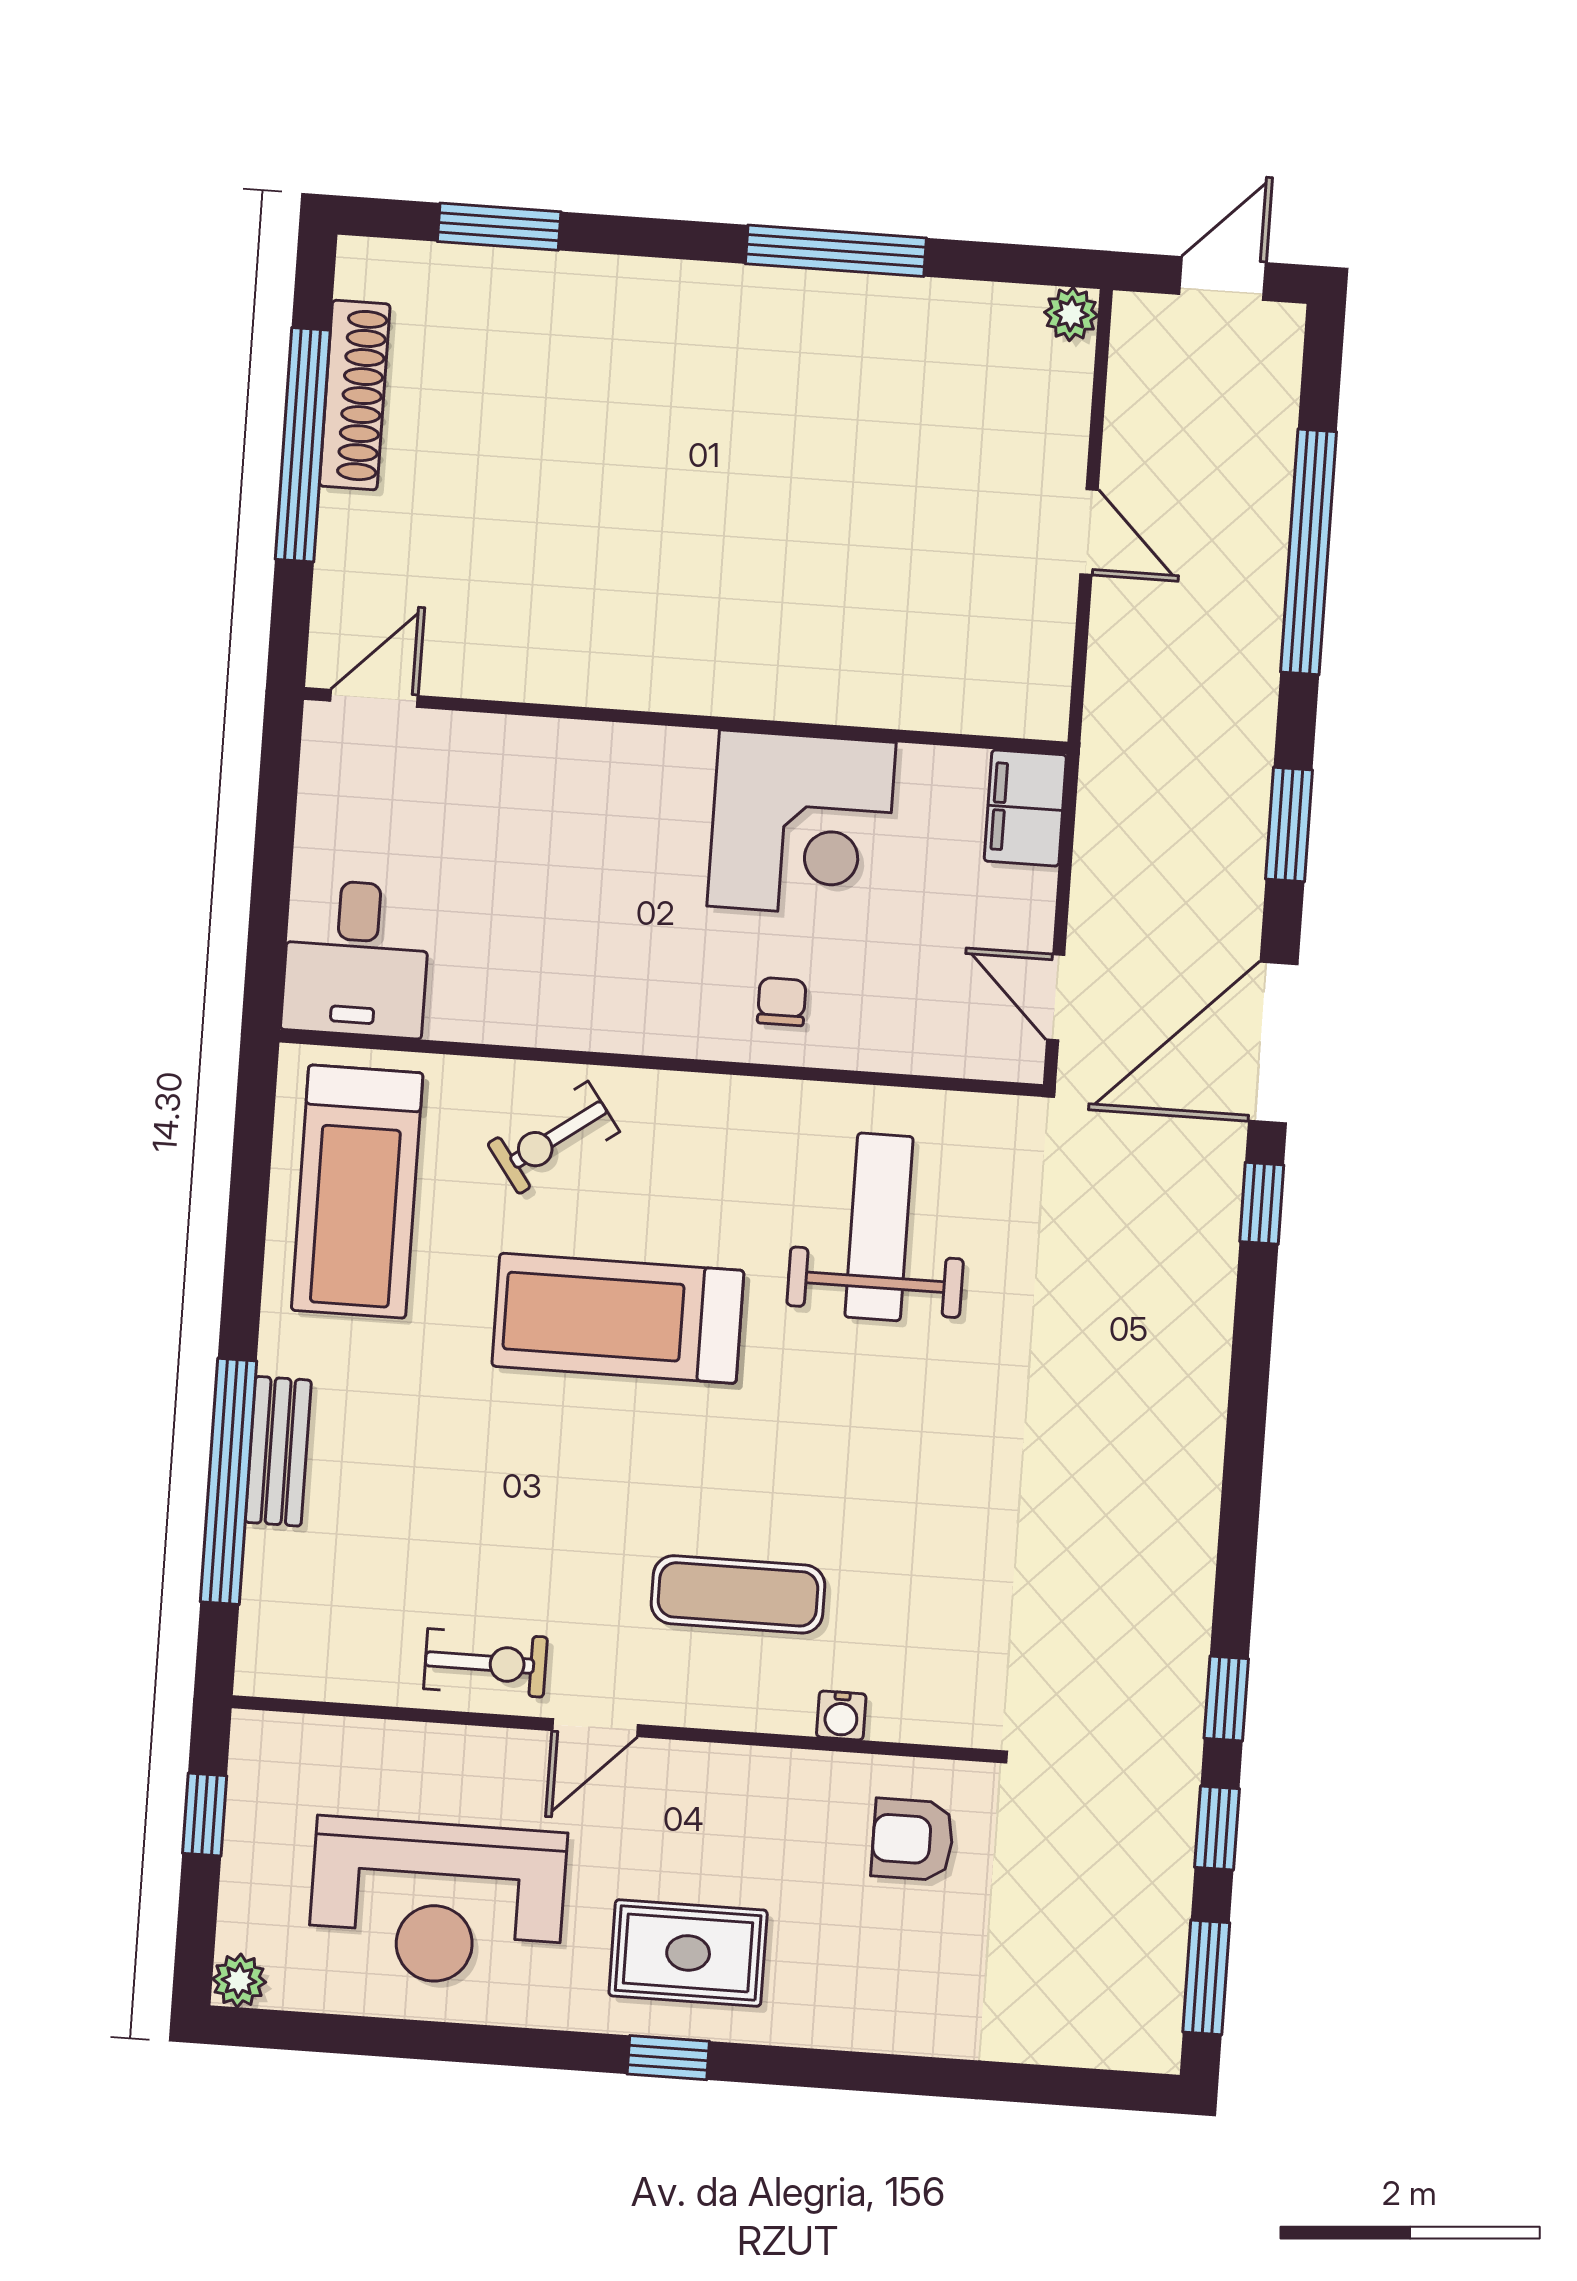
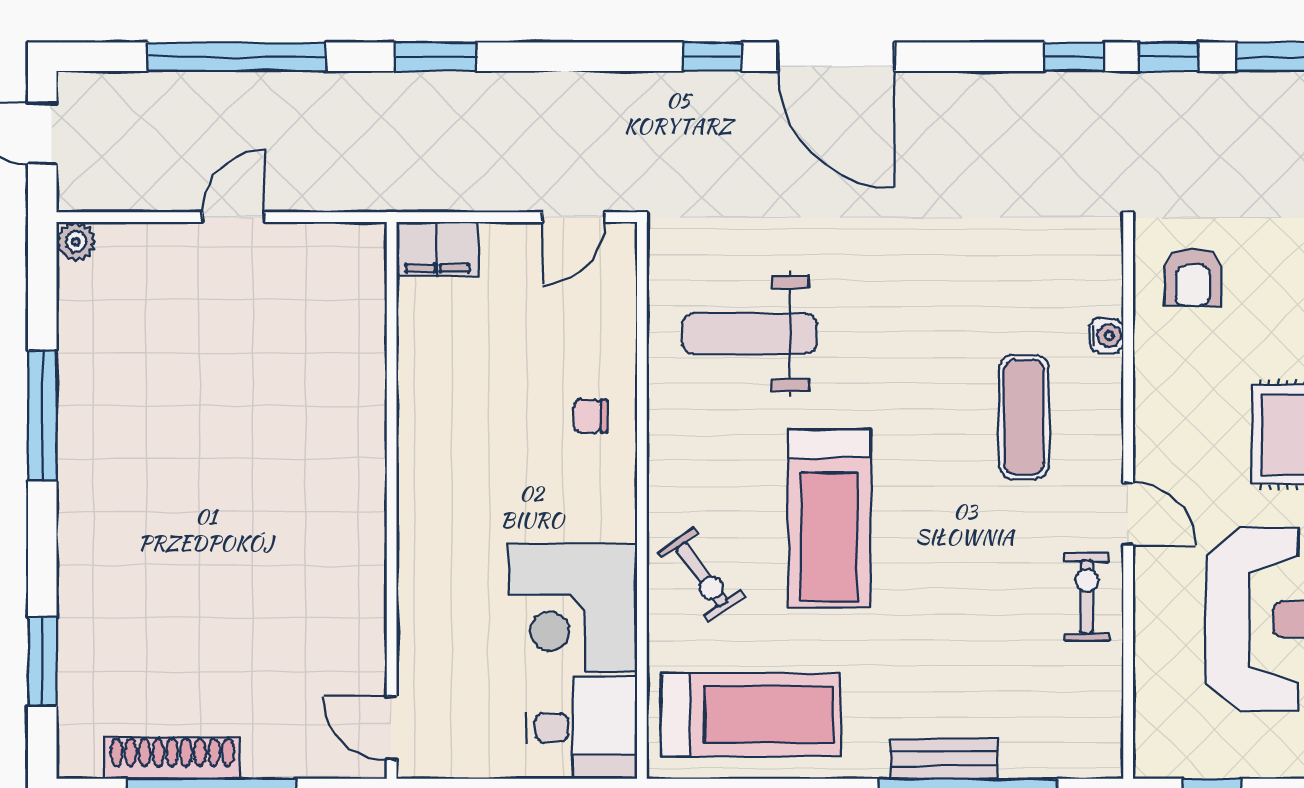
corner desk: (802, 824) -> (573, 608), moved, turned 180
door: (1273, 1043) -> (836, 57), moved

